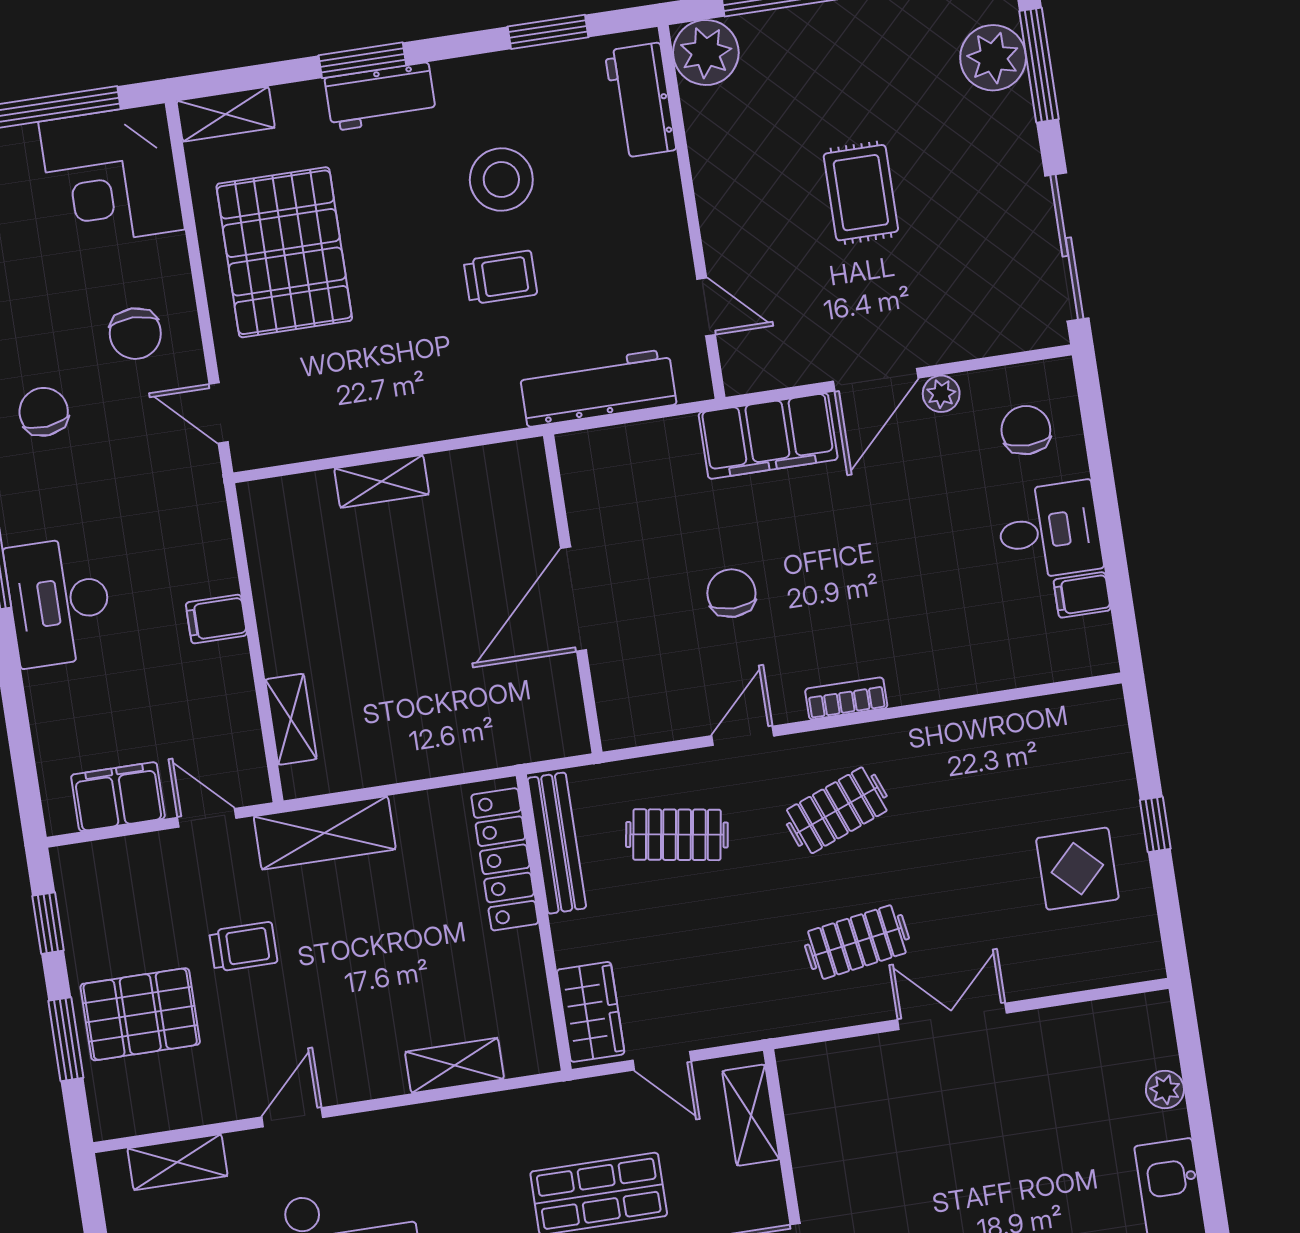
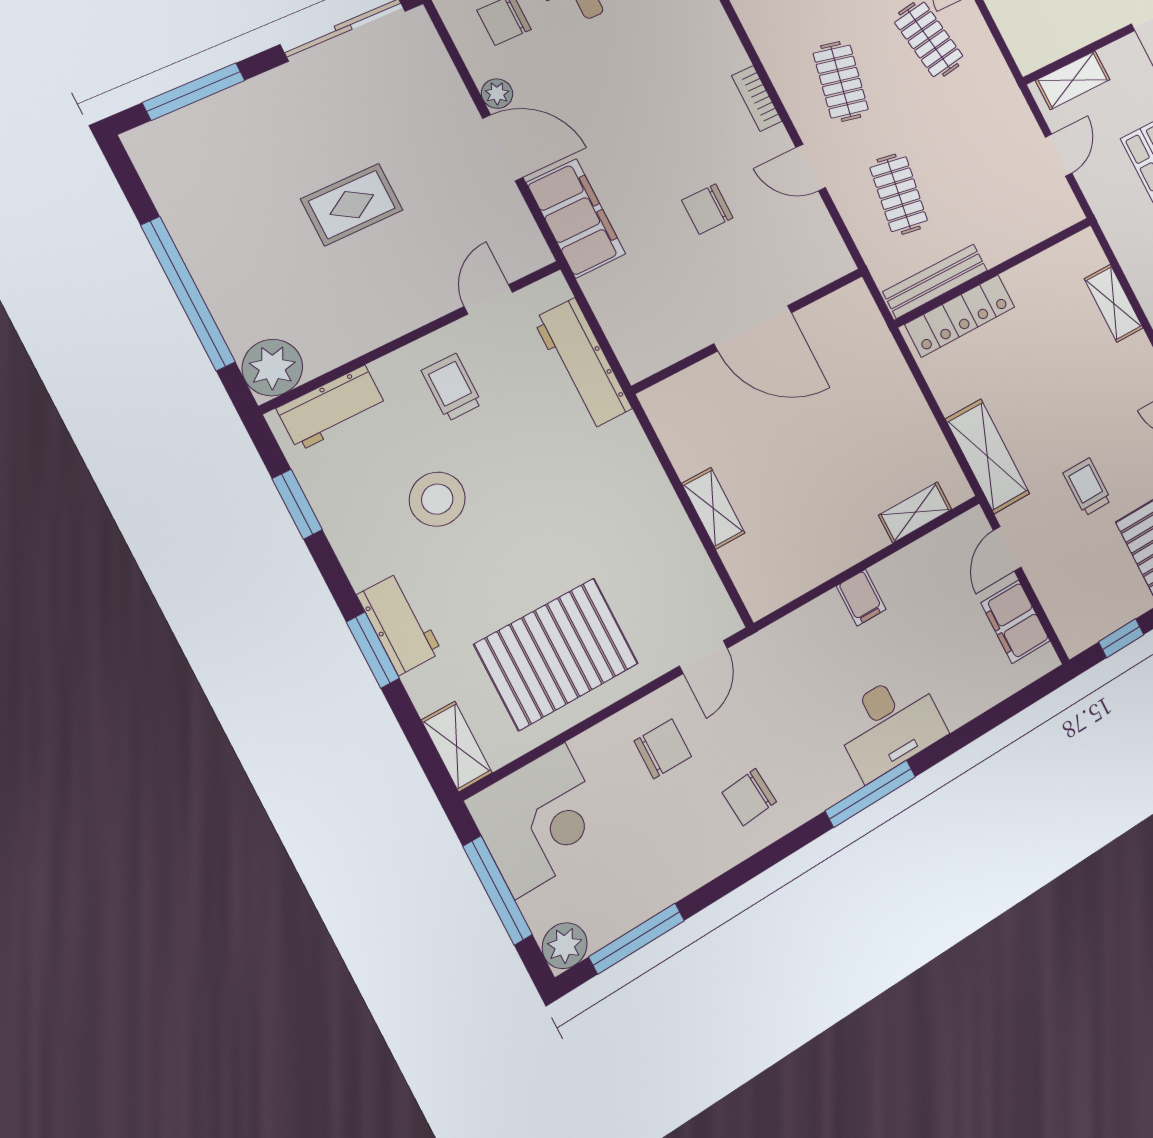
plant: (993, 58) -> (200, 131), removed
trolley: (500, 277) -> (452, 387), moved
clothes rail: (837, 810) -> (841, 81), turned 33
wardrobe: (591, 1012) -> (1044, 217), removed

